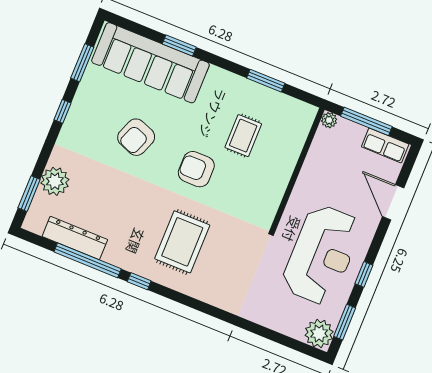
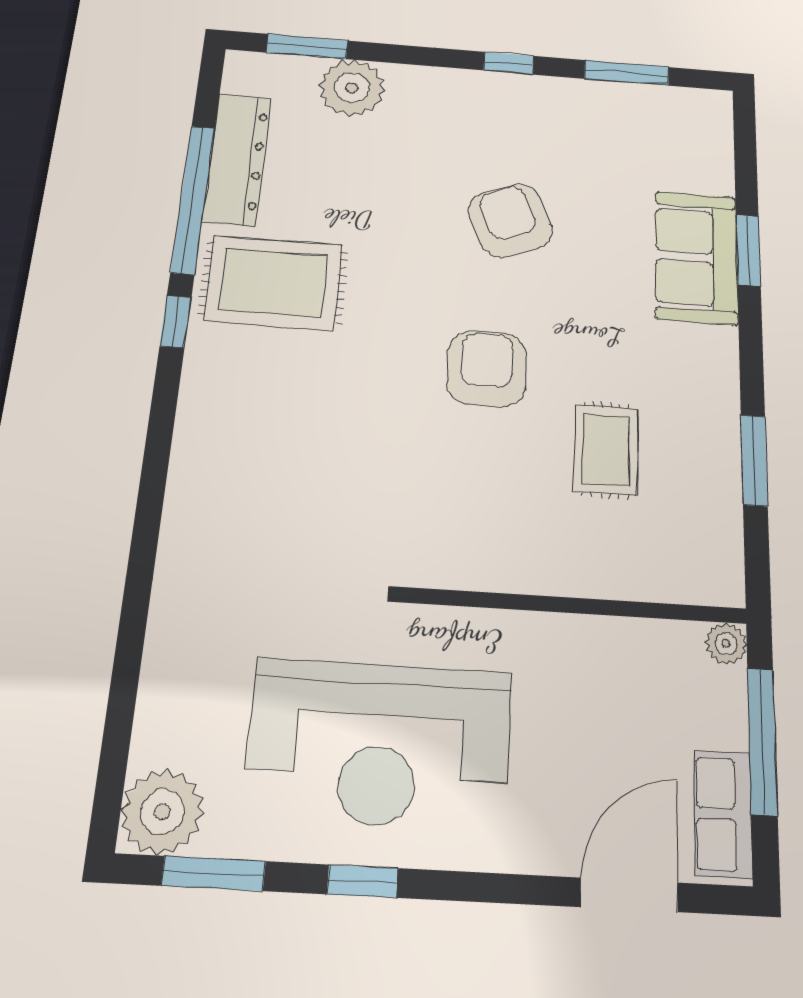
sofa: (150, 63) -> (696, 257), width x0.54, depth x0.79
rug: (243, 136) -> (606, 450), turned 90
armchair: (136, 137) -> (510, 220), turned 47
door: (393, 202) -> (629, 895), moved
rug: (182, 242) -> (273, 283), moved

